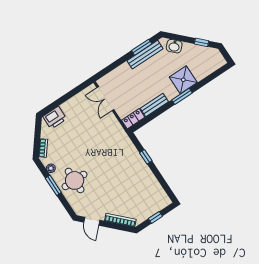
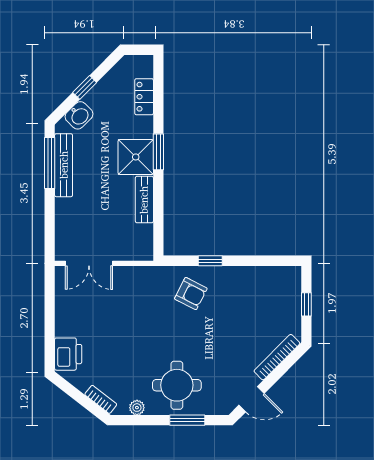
window: (202, 42) -> (85, 87), moved
window: (142, 47) -> (50, 163), width x1.44
shower: (183, 80) -> (136, 157), moved
locker: (133, 119) -> (144, 97), moved
armchair: (124, 158) -> (191, 294), added
window: (53, 185) -> (187, 420), moved

